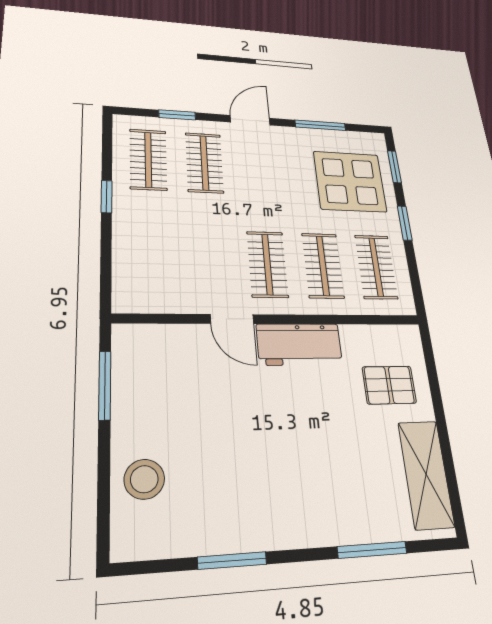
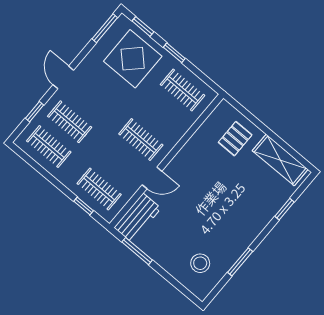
window: (320, 125) -> (105, 28), moved
window: (107, 197) -> (84, 206), moved
clothes rail: (323, 266) -> (99, 189), moved
workbench: (299, 344) -> (138, 218), moved
stool: (144, 479) -> (200, 263), moved
window: (372, 550) -> (285, 209), width x0.67

